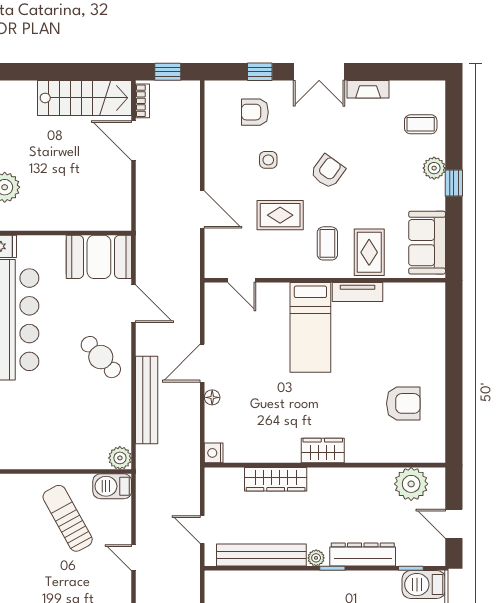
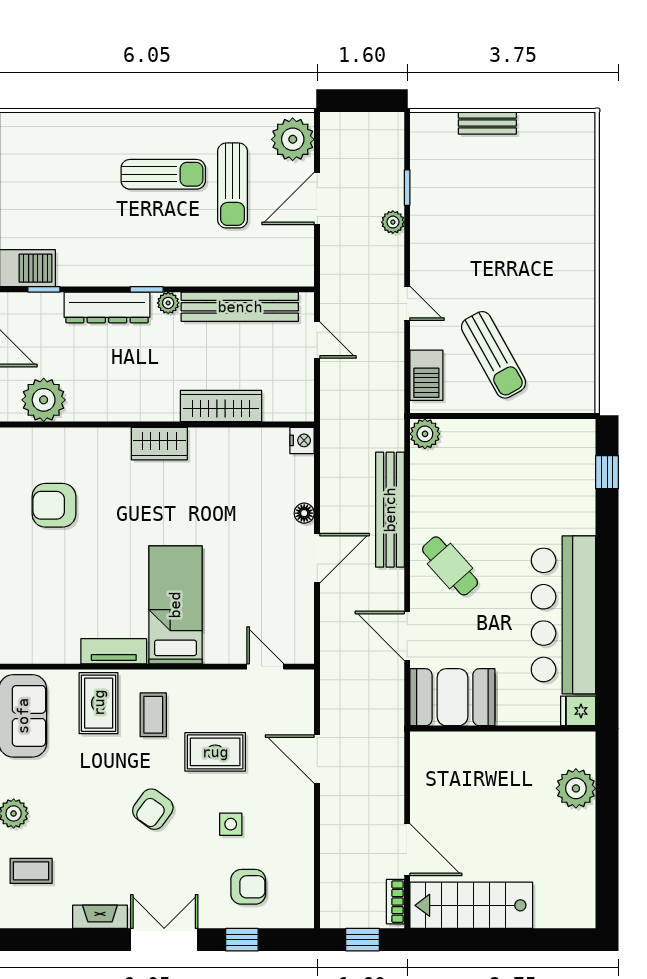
barbecue: (112, 486) -> (426, 375), moved, turned 90

